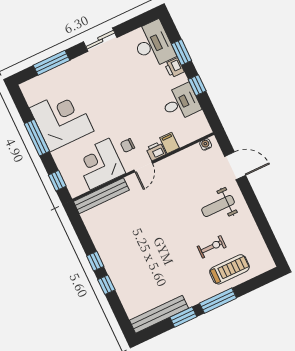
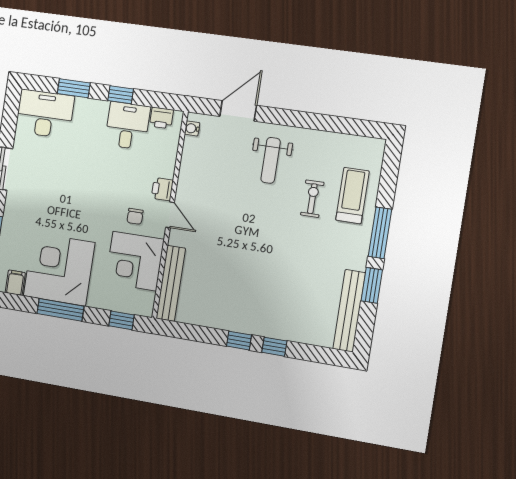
printer: (174, 68) -> (161, 118), moved
filing cabinet: (169, 143) -> (15, 283), moved, turned 90

